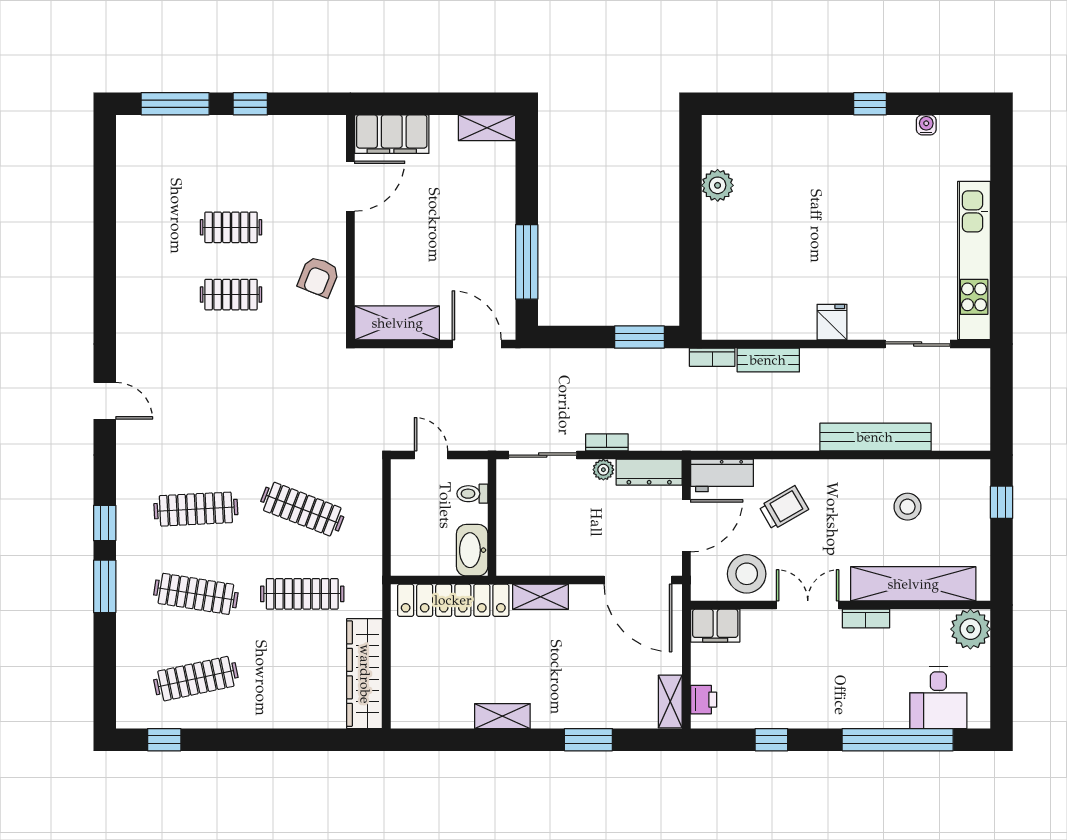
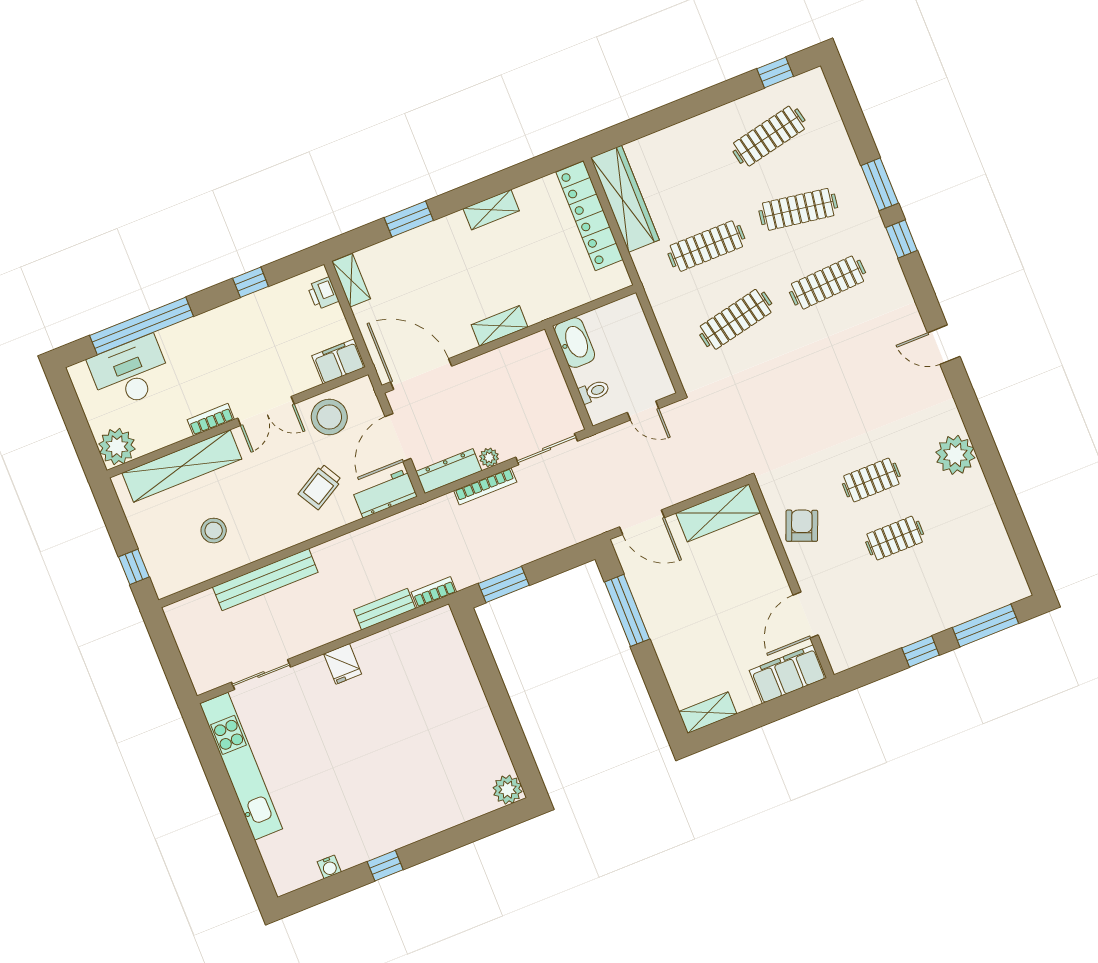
plant: (718, 185) -> (508, 790), moved
plant: (137, 286) -> (955, 455), added
bookcase: (607, 442) -> (485, 486), width x1.56
clothes rail: (302, 509) -> (736, 319), turned -33
locker: (453, 600) -> (589, 216), moved, turned -90
desk: (938, 698) -> (130, 372), width x1.37

